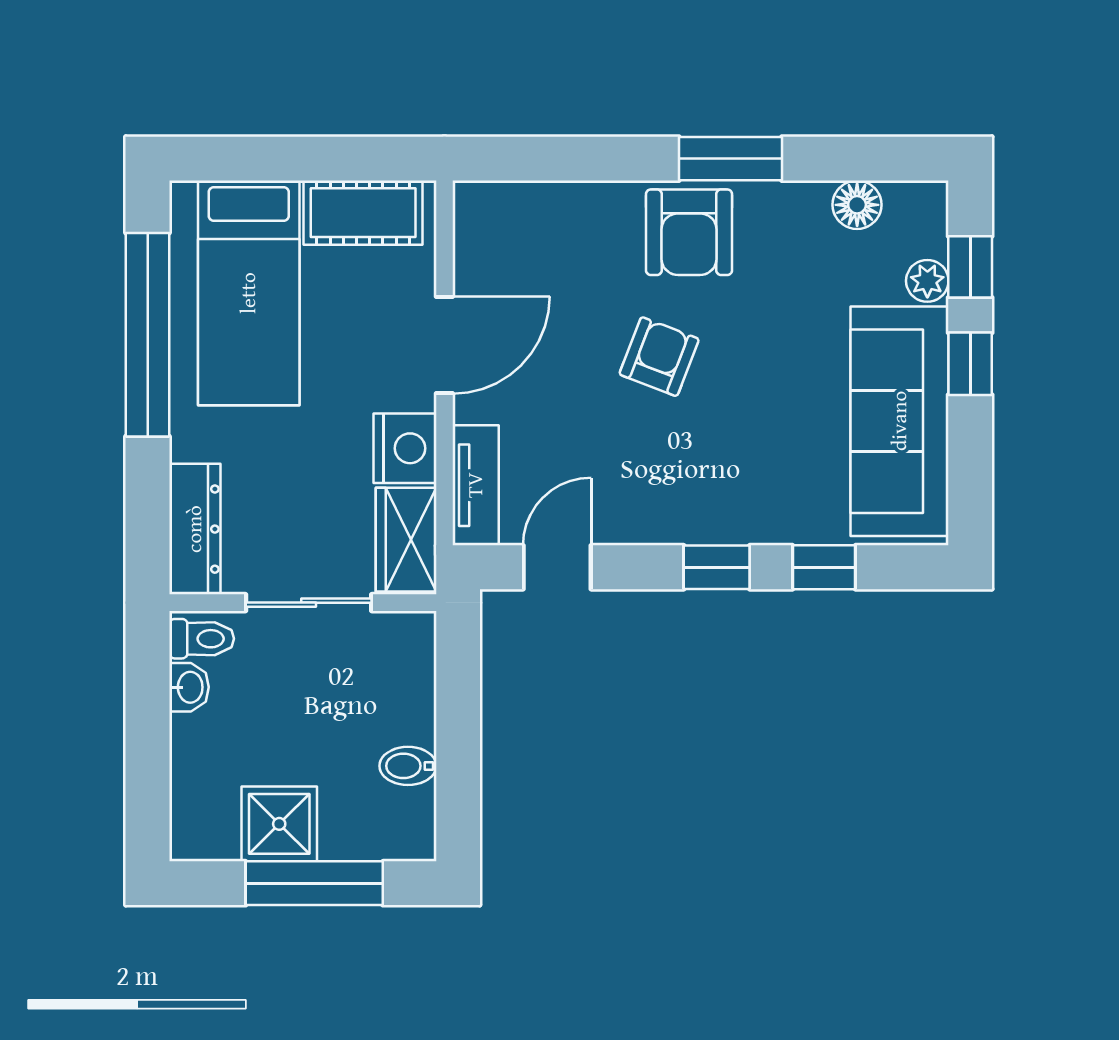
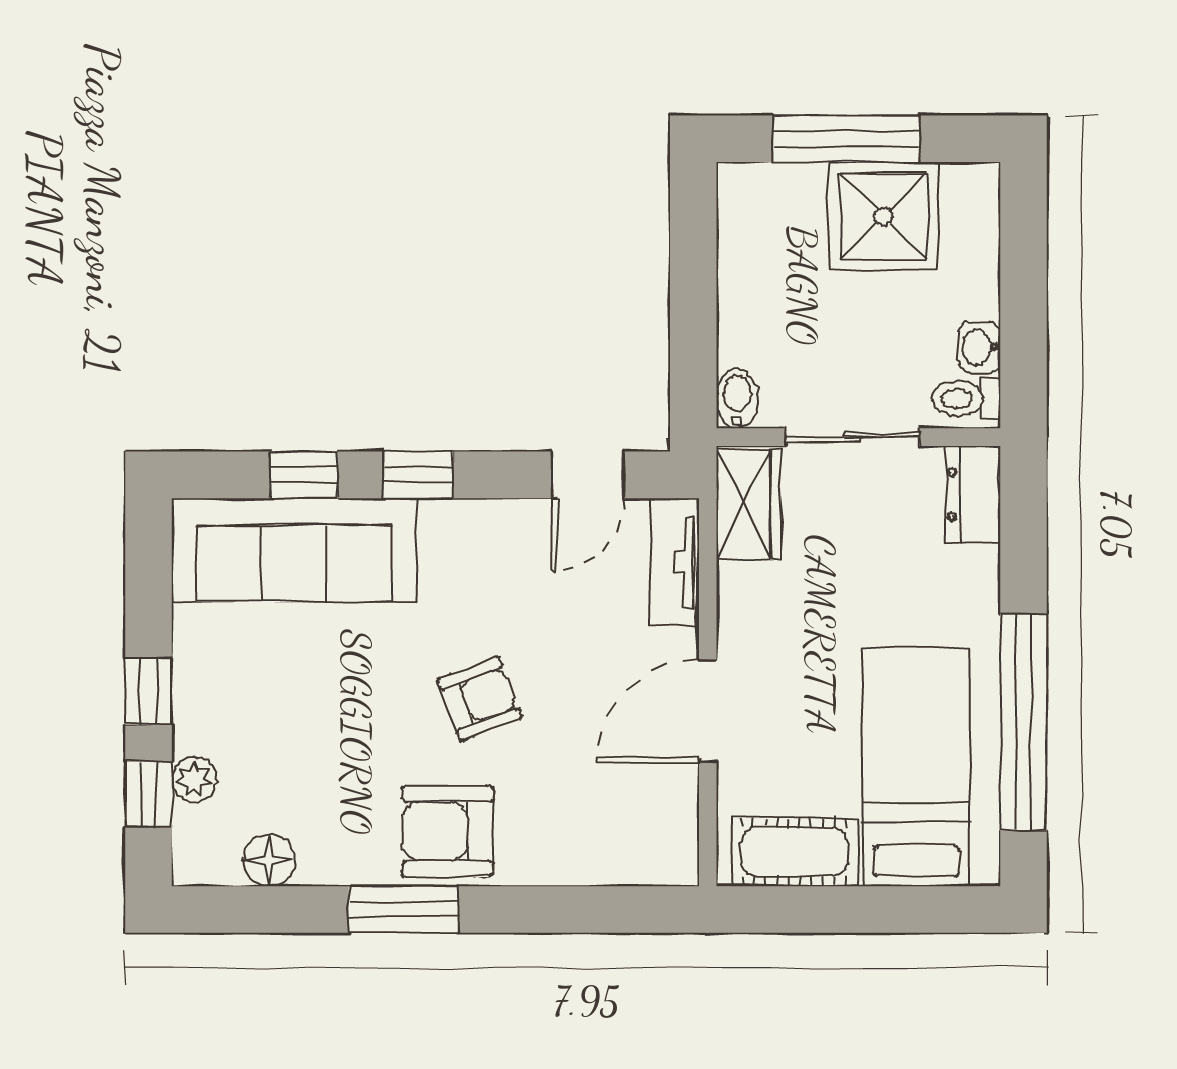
armchair: (689, 232) -> (448, 831), turned -90
armchair: (659, 357) -> (479, 699), turned -132
sofa: (900, 421) -> (294, 550), moved, turned 90
nightstand: (405, 448) -> (750, 601), removed
dresser: (195, 529) -> (973, 494), width x0.70
bidet: (408, 766) -> (737, 398), moved, turned -90
shower: (279, 824) -> (883, 216), width x1.36, depth x1.36

